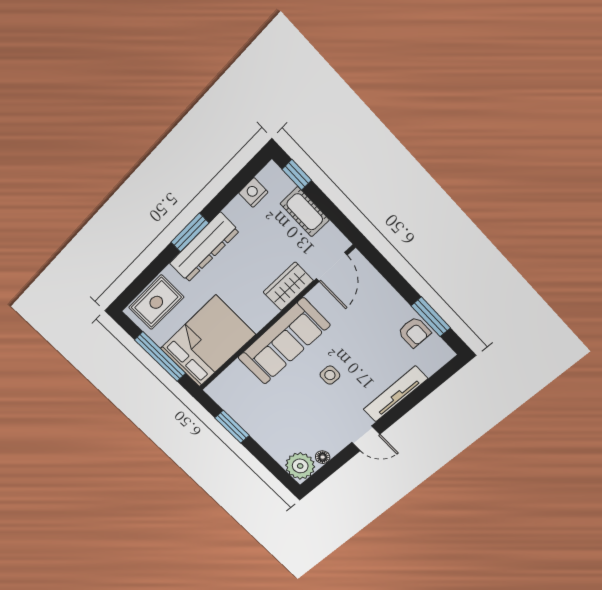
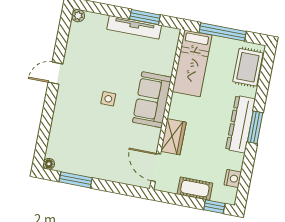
armchair: (414, 332) -> (78, 164), removed
sofa: (284, 341) -> (152, 100), width x0.73
bed: (208, 342) -> (192, 63), width x0.67
tv unit: (395, 394) -> (134, 27), moved, turned 90
floor lamp: (323, 457) -> (49, 164), moved
plant: (300, 466) -> (78, 16), width x0.53, depth x0.53

